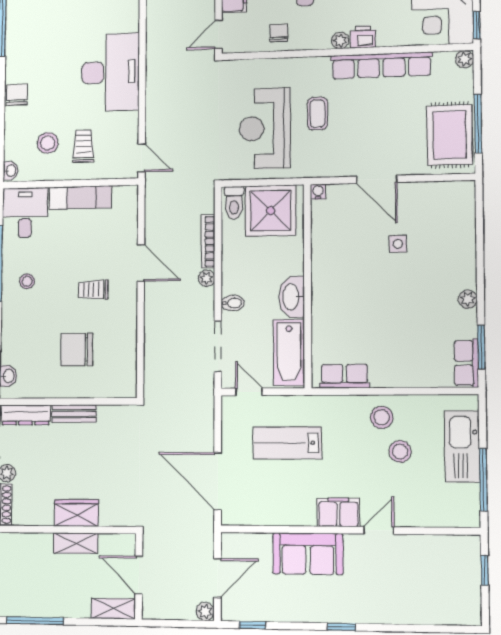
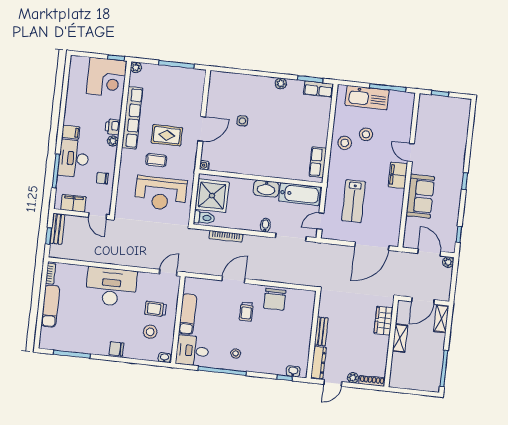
rug: (450, 135) -> (167, 135), moved, width x0.73, depth x0.70
plant: (207, 278) -> (248, 240), removed
chair: (77, 350) -> (275, 299), moved
wardrobe: (76, 513) -> (383, 321), moved

